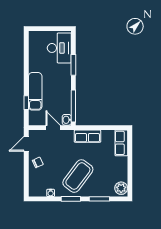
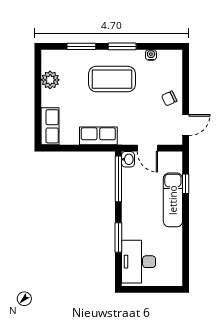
coffee table: (78, 176) -> (112, 79), turned 53
plant: (121, 188) -> (50, 80), moved

